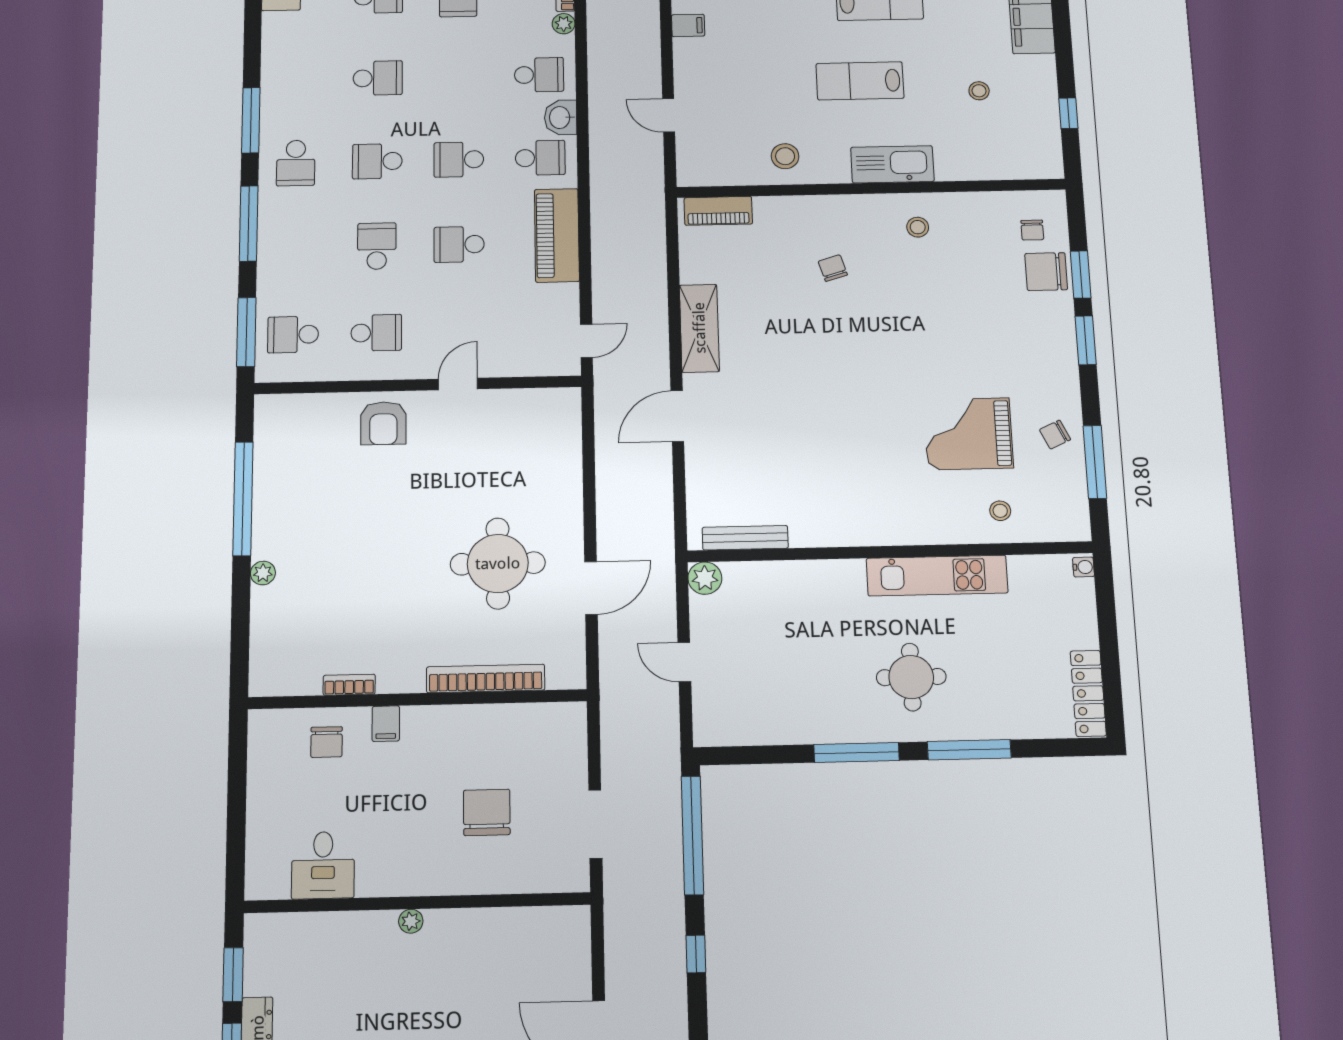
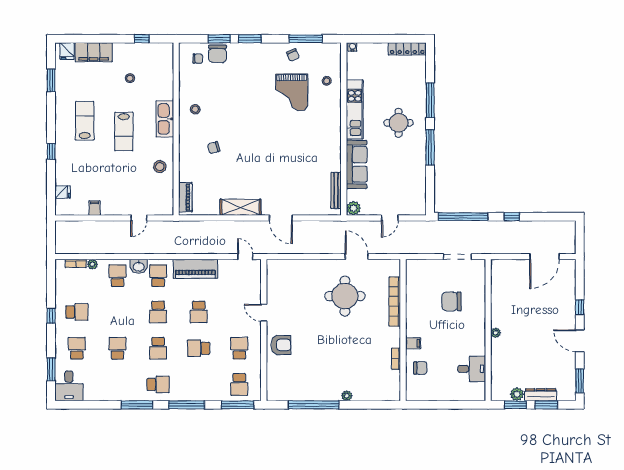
sofa: (808, 583) -> (357, 164), added
plant: (259, 978) -> (517, 394), added

